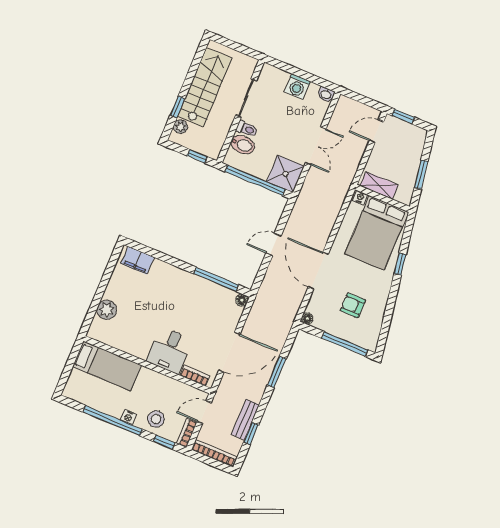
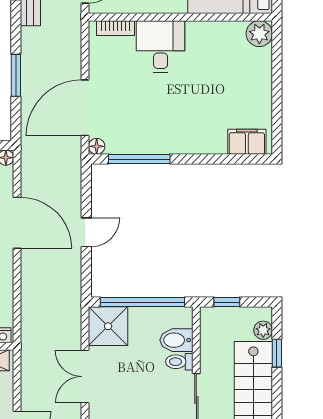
plant: (107, 310) -> (259, 34), moved
door: (229, 352) -> (85, 108), moved

